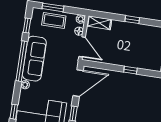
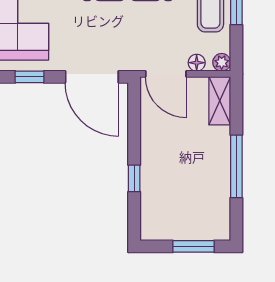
window: (132, 20) -> (236, 166), width x2.17
door: (82, 47) -> (166, 74), hinge flipped

